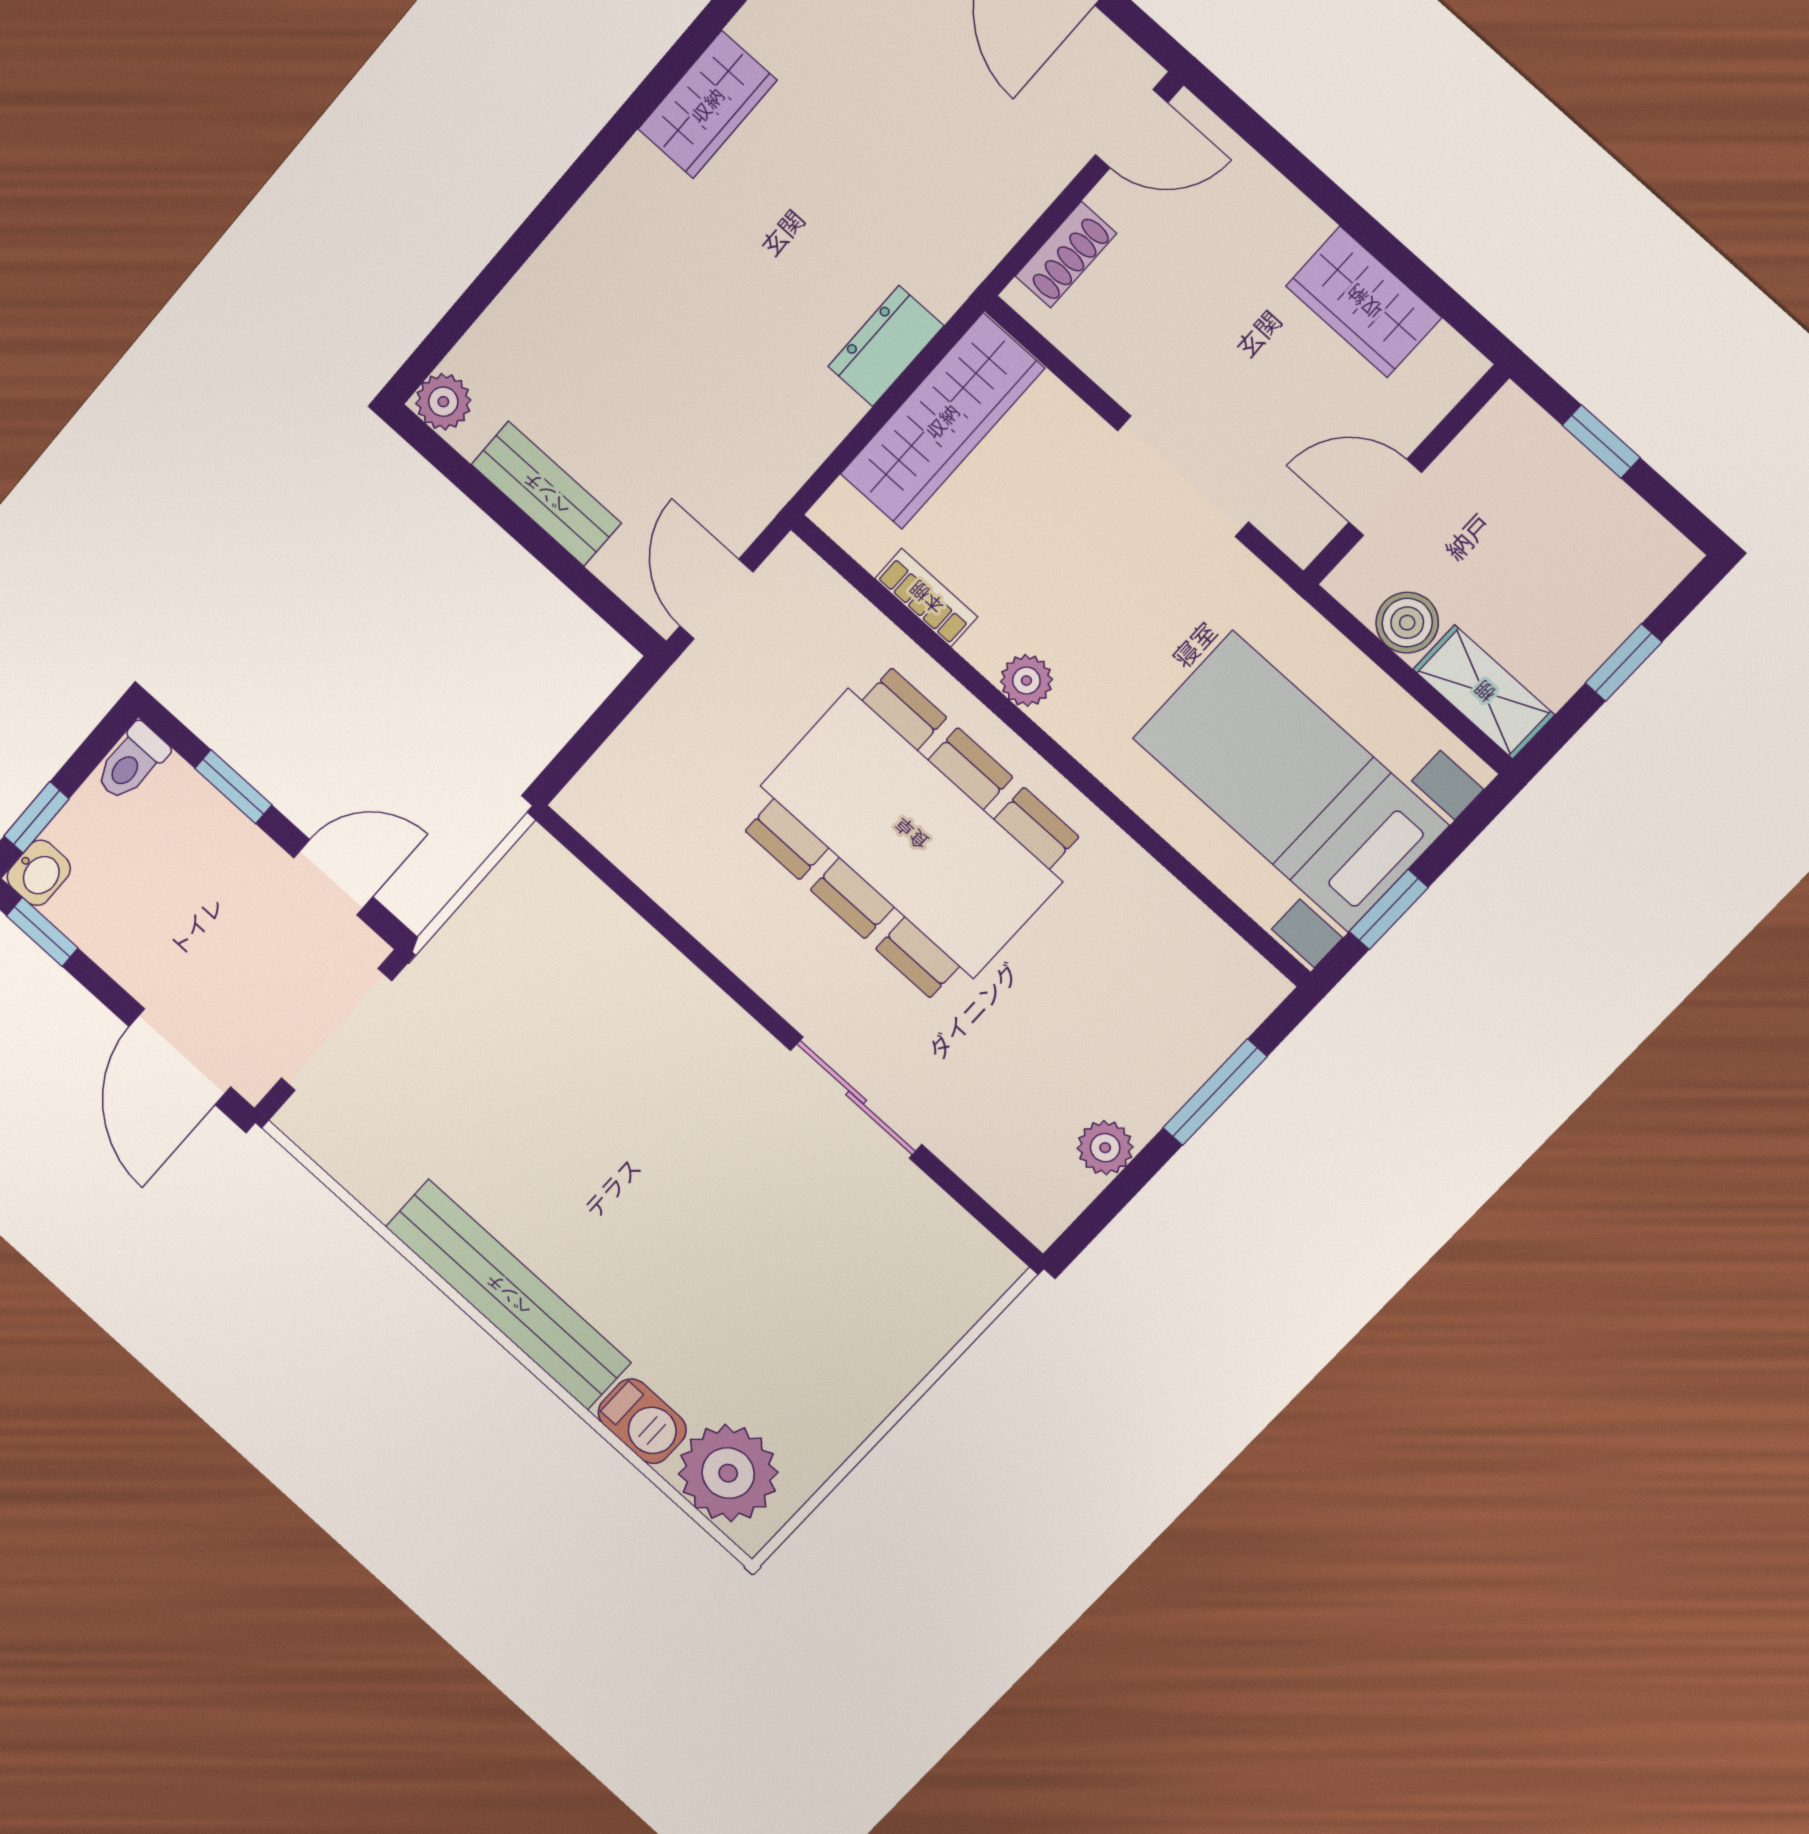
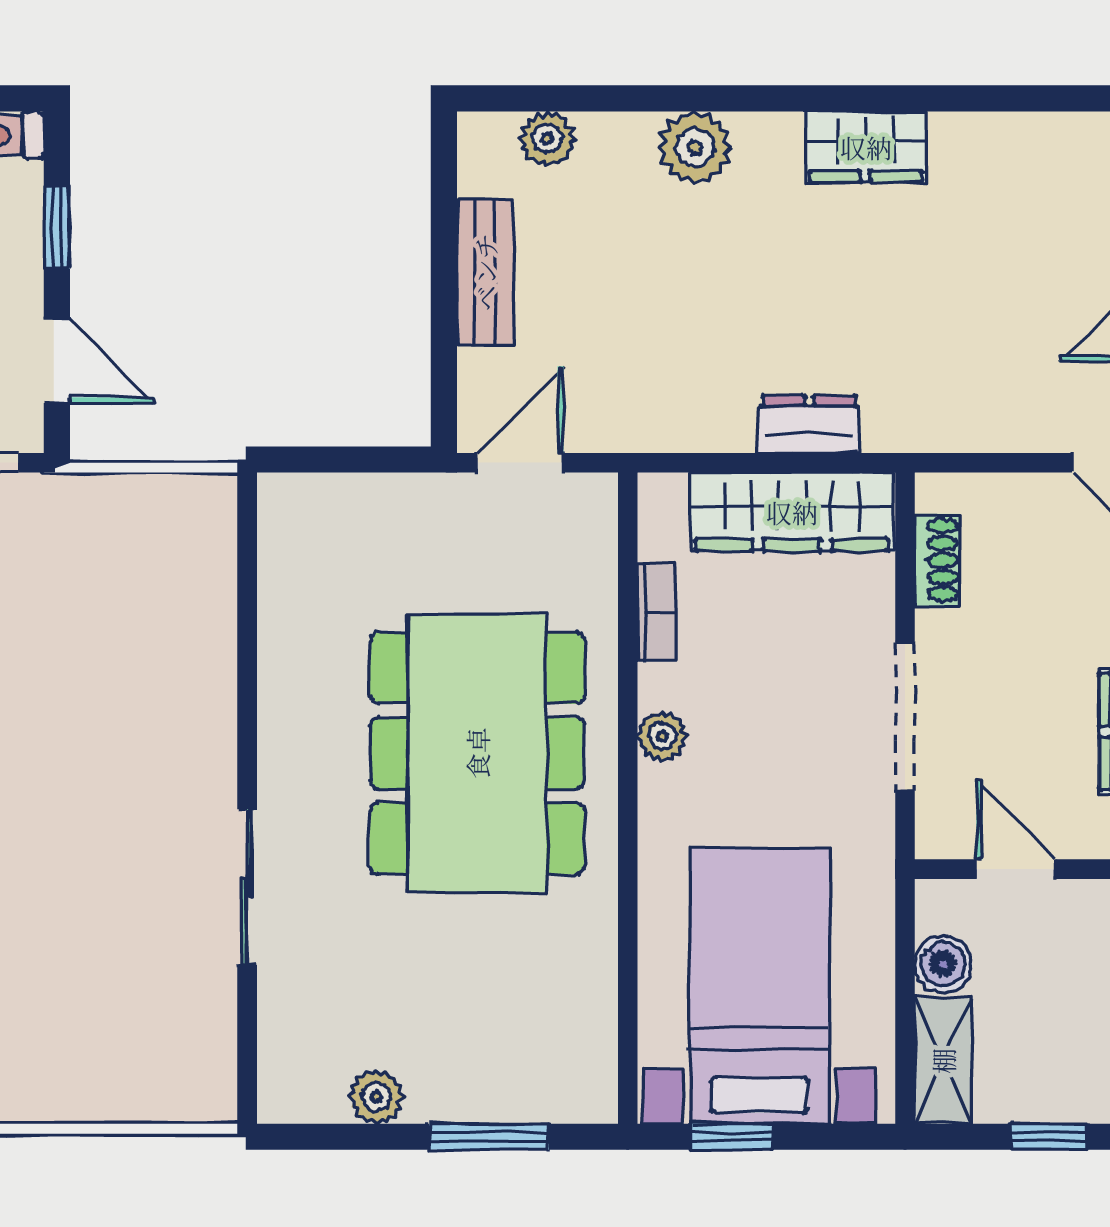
plant: (591, 242) -> (695, 148), added
shoe rack: (1066, 255) -> (937, 560), moved, turned -90
plant: (443, 402) -> (547, 139), moved

